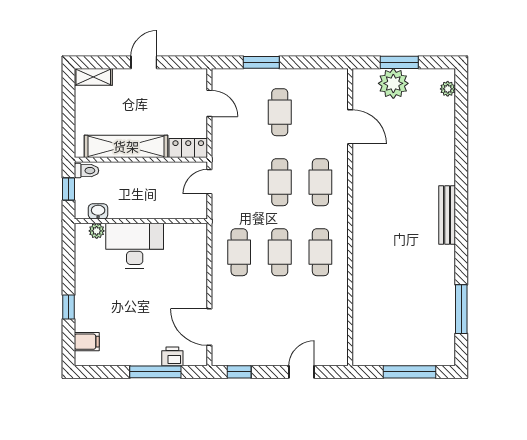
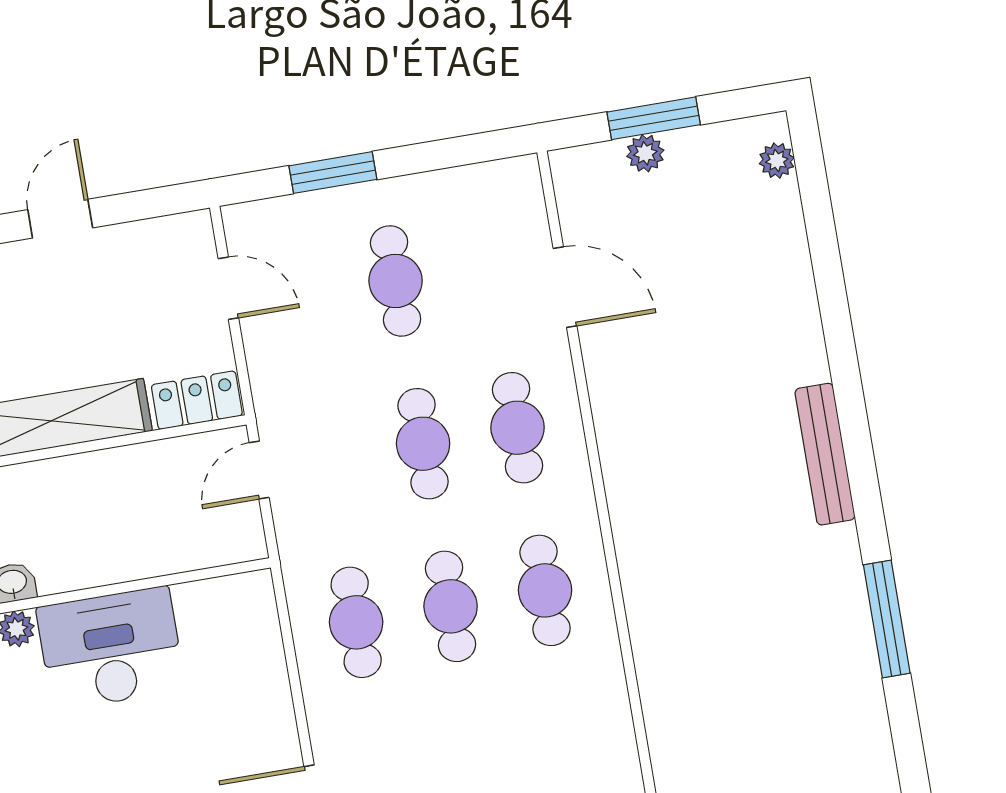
plant: (393, 83) -> (645, 153), width x0.53, depth x0.53
window: (461, 309) -> (887, 619), moved

